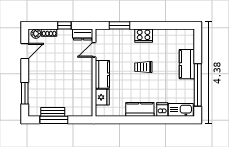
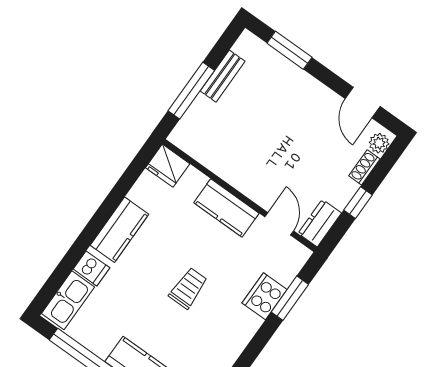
cooker: (144, 36) -> (264, 296), moved
fridge: (102, 97) -> (168, 166), moved
window: (54, 120) -> (191, 91), moved

